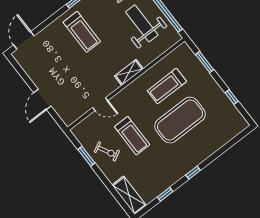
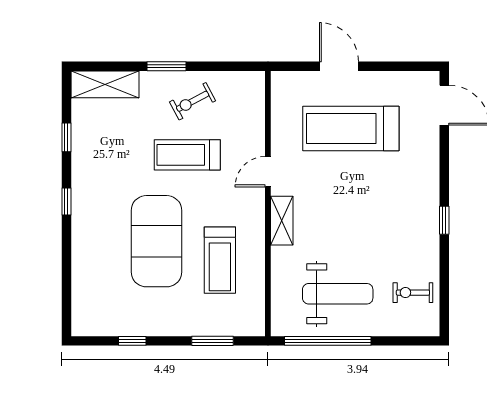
treadmill: (82, 32) -> (351, 129), moved, width x1.37, depth x1.38
treadmill: (167, 86) -> (220, 260), turned 180
door: (100, 104) -> (268, 172), moved
window: (86, 156) -> (167, 66), moved

